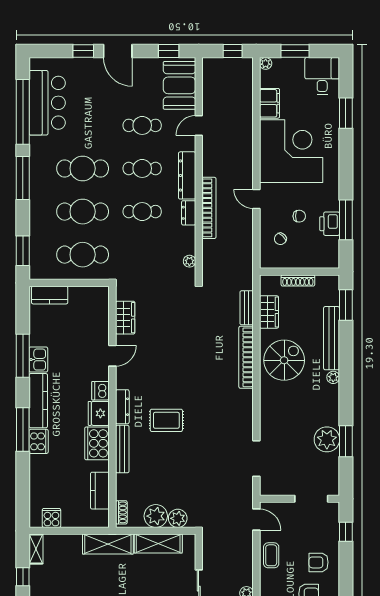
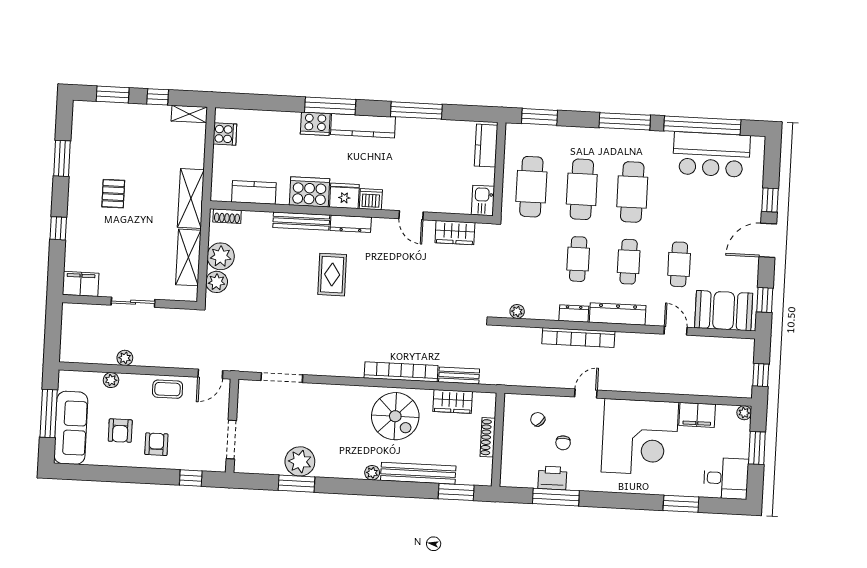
kitchen sink: (38, 360) -> (483, 200), moved, turned 90

